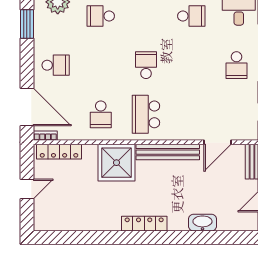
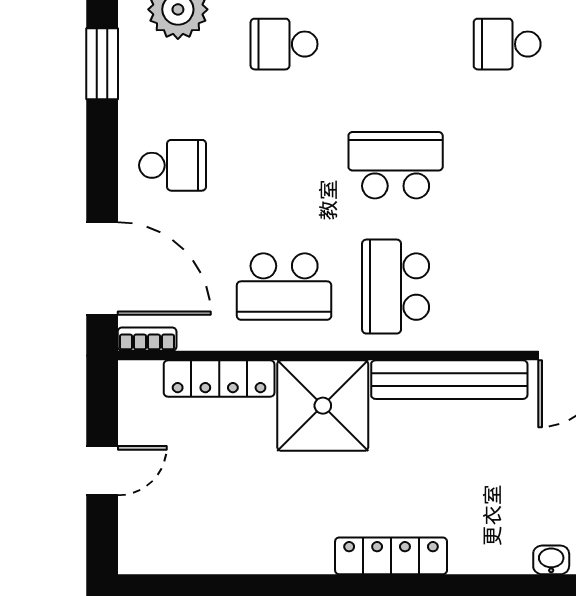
school desk: (191, 16) -> (507, 44), turned 180
school desk: (146, 65) -> (396, 165), width x1.85
school desk: (101, 114) -> (284, 287), width x1.85
locker: (59, 152) -> (219, 378), moved
washbasin: (202, 223) -> (551, 560), width x0.52, depth x0.69

